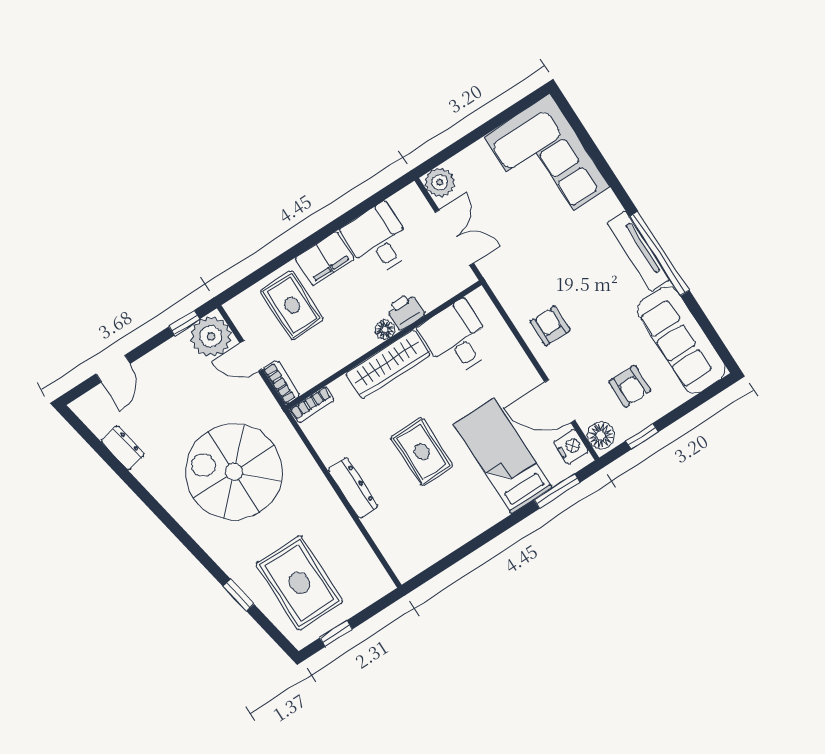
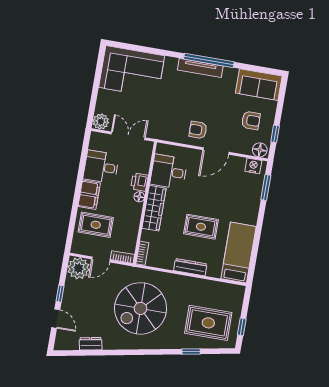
window: (184, 323) -> (60, 294), moved
sofa: (681, 340) -> (259, 85), width x0.73
door: (560, 401) -> (216, 151), moved
bed: (503, 456) -> (239, 253), moved, turned 90

